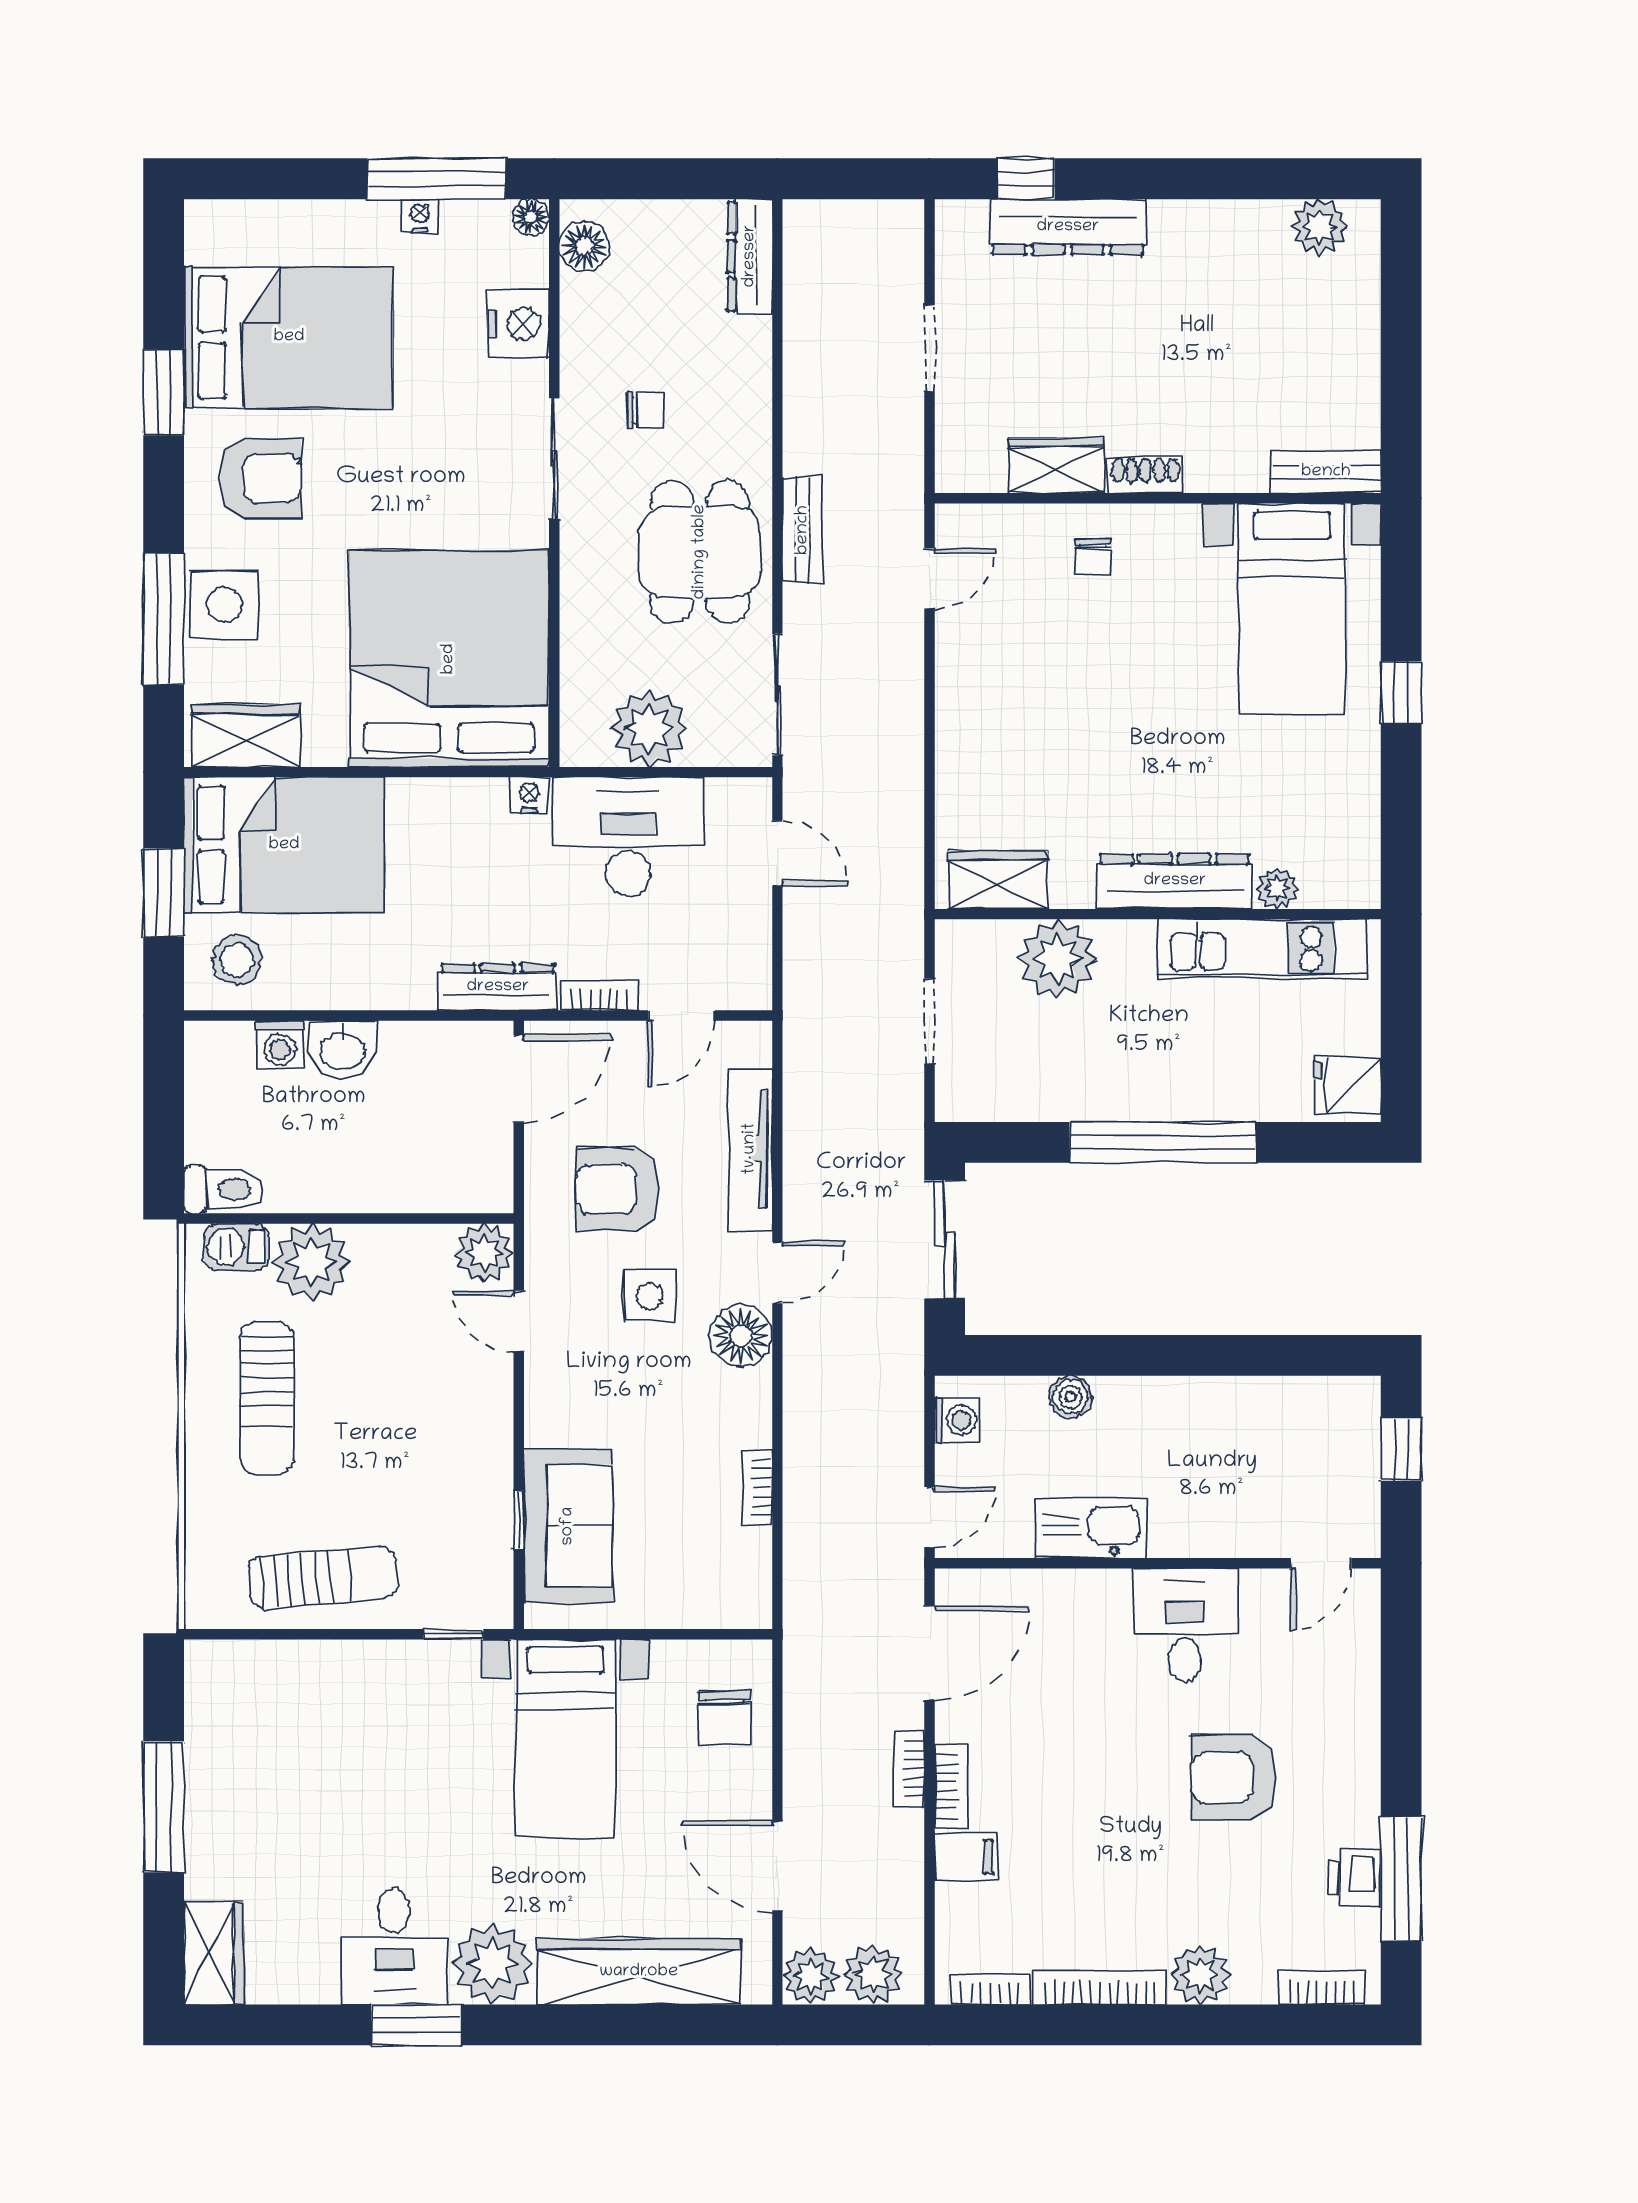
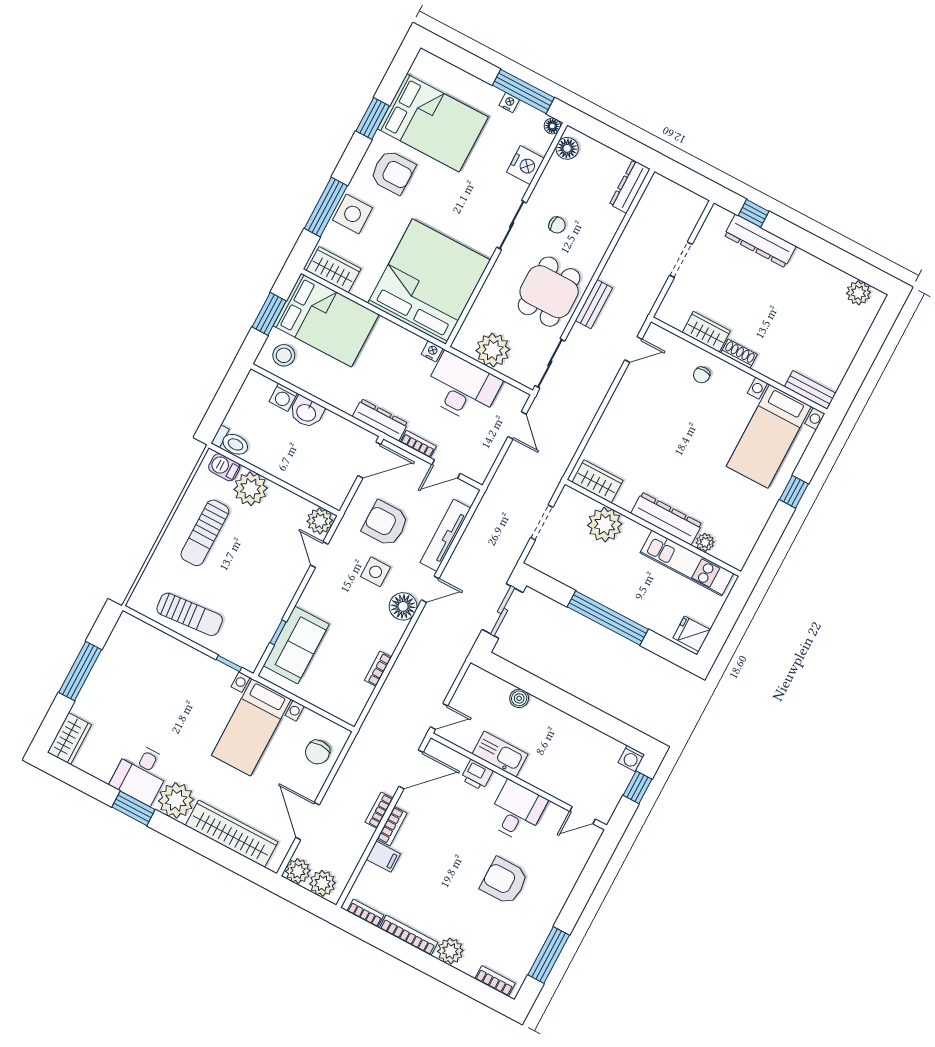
washing machine: (957, 1420) -> (631, 758), moved, turned 90
printer: (1355, 1878) -> (477, 775), moved, turned -90

